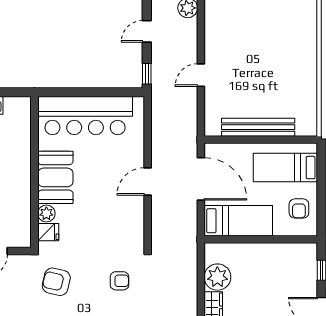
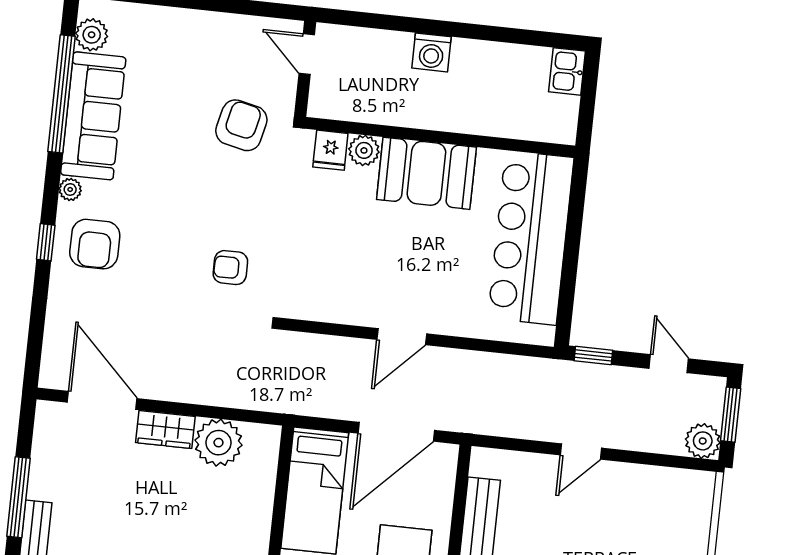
door: (201, 75) -> (581, 451), swing flipped
door: (148, 181) -> (402, 337), swing flipped
armchair: (119, 281) -> (230, 268), turned 90
armchair: (56, 282) -> (241, 125), moved

